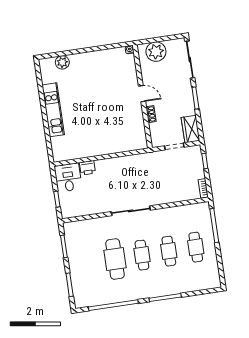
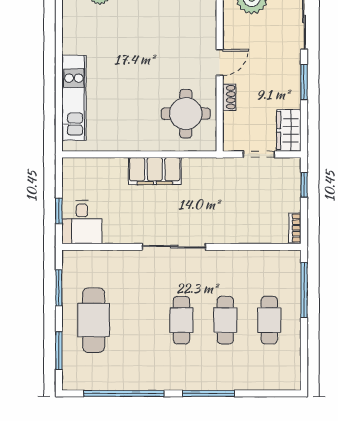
door: (142, 94) -> (220, 62), hinge flipped
kitchen unit: (53, 110) -> (74, 98), moved
round table: (126, 128) -> (186, 114), added
filing cabinet: (112, 166) -> (155, 171), added
printer: (88, 168) -> (115, 168), removed
desk: (68, 178) -> (82, 222), moved, turned 180
cafe table: (115, 259) -> (94, 320), moved

